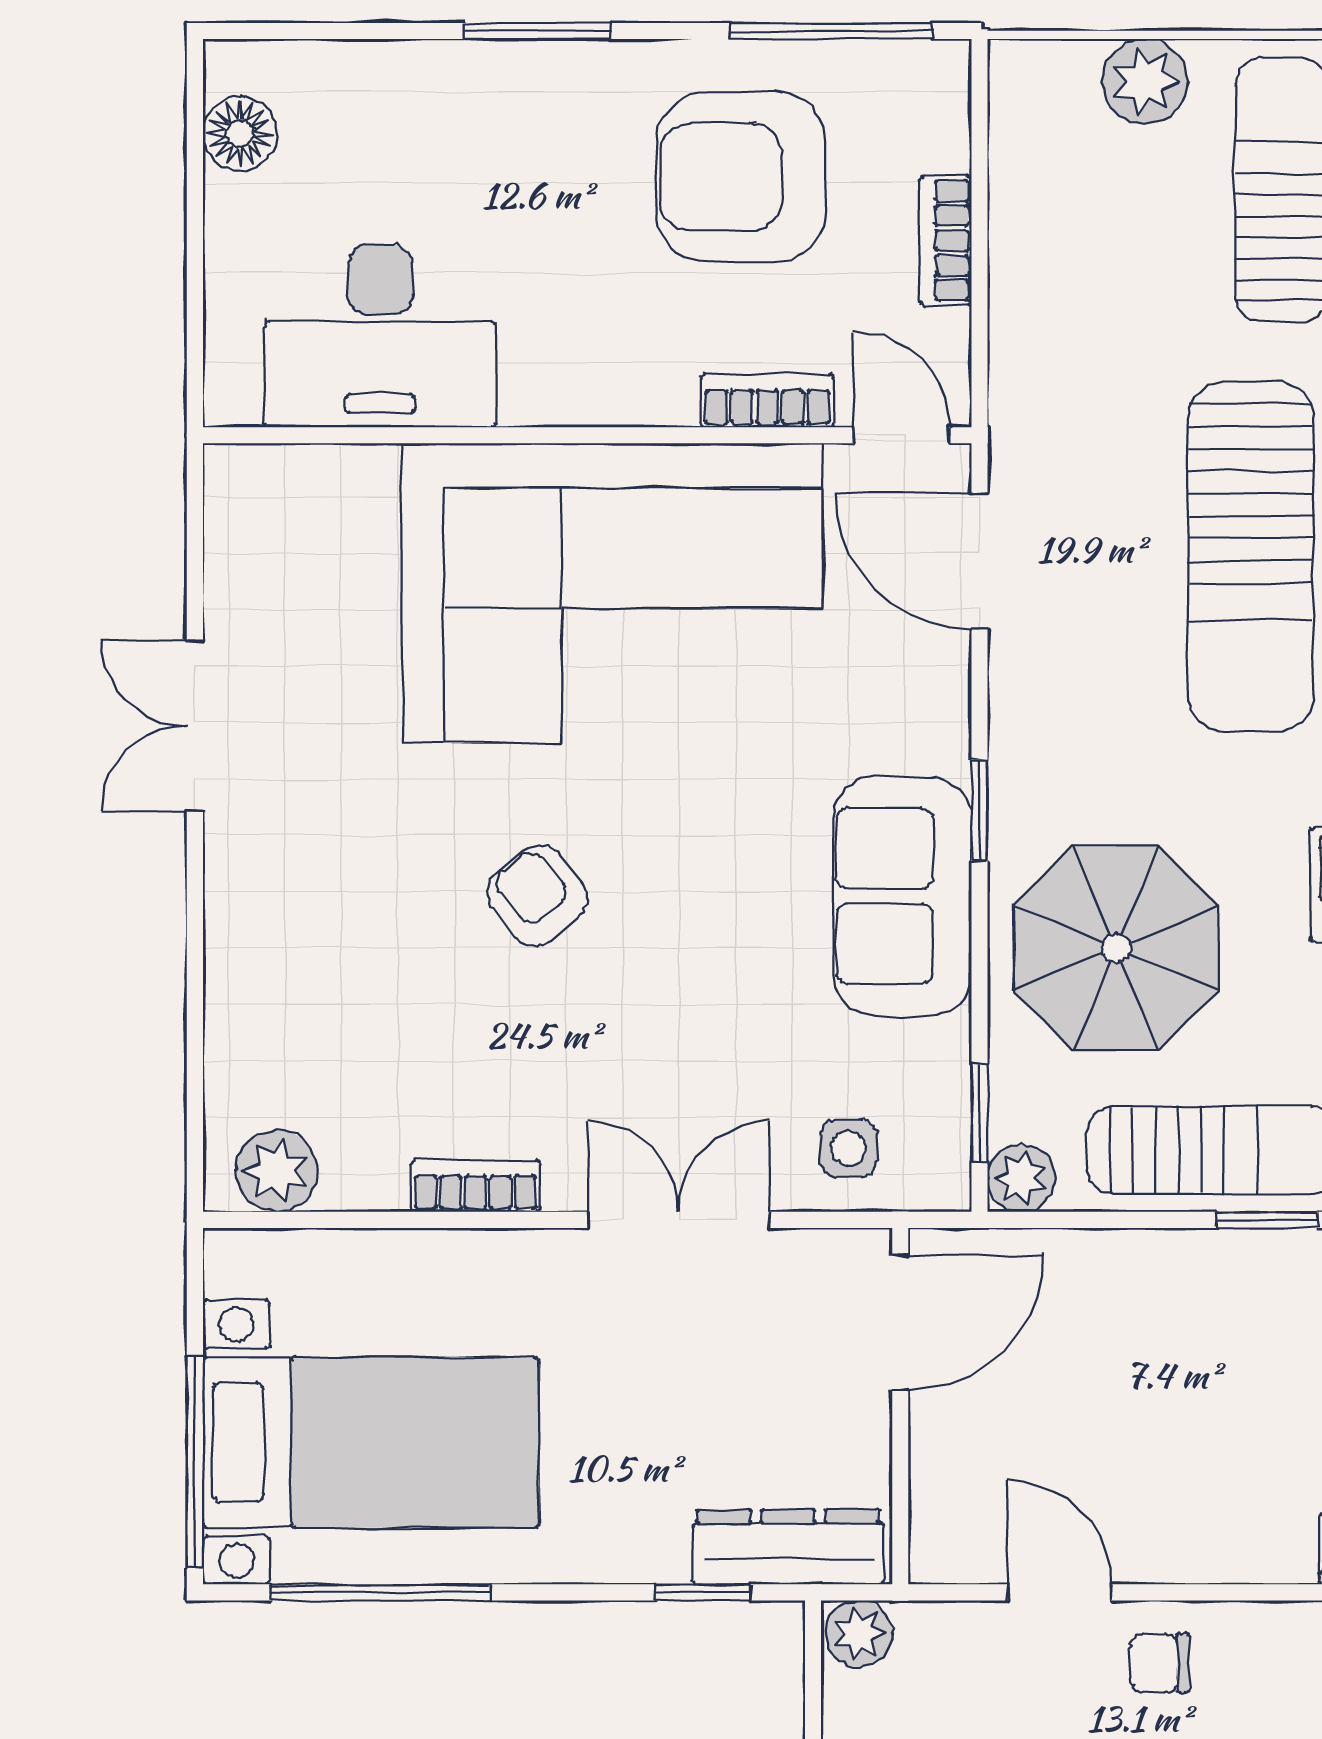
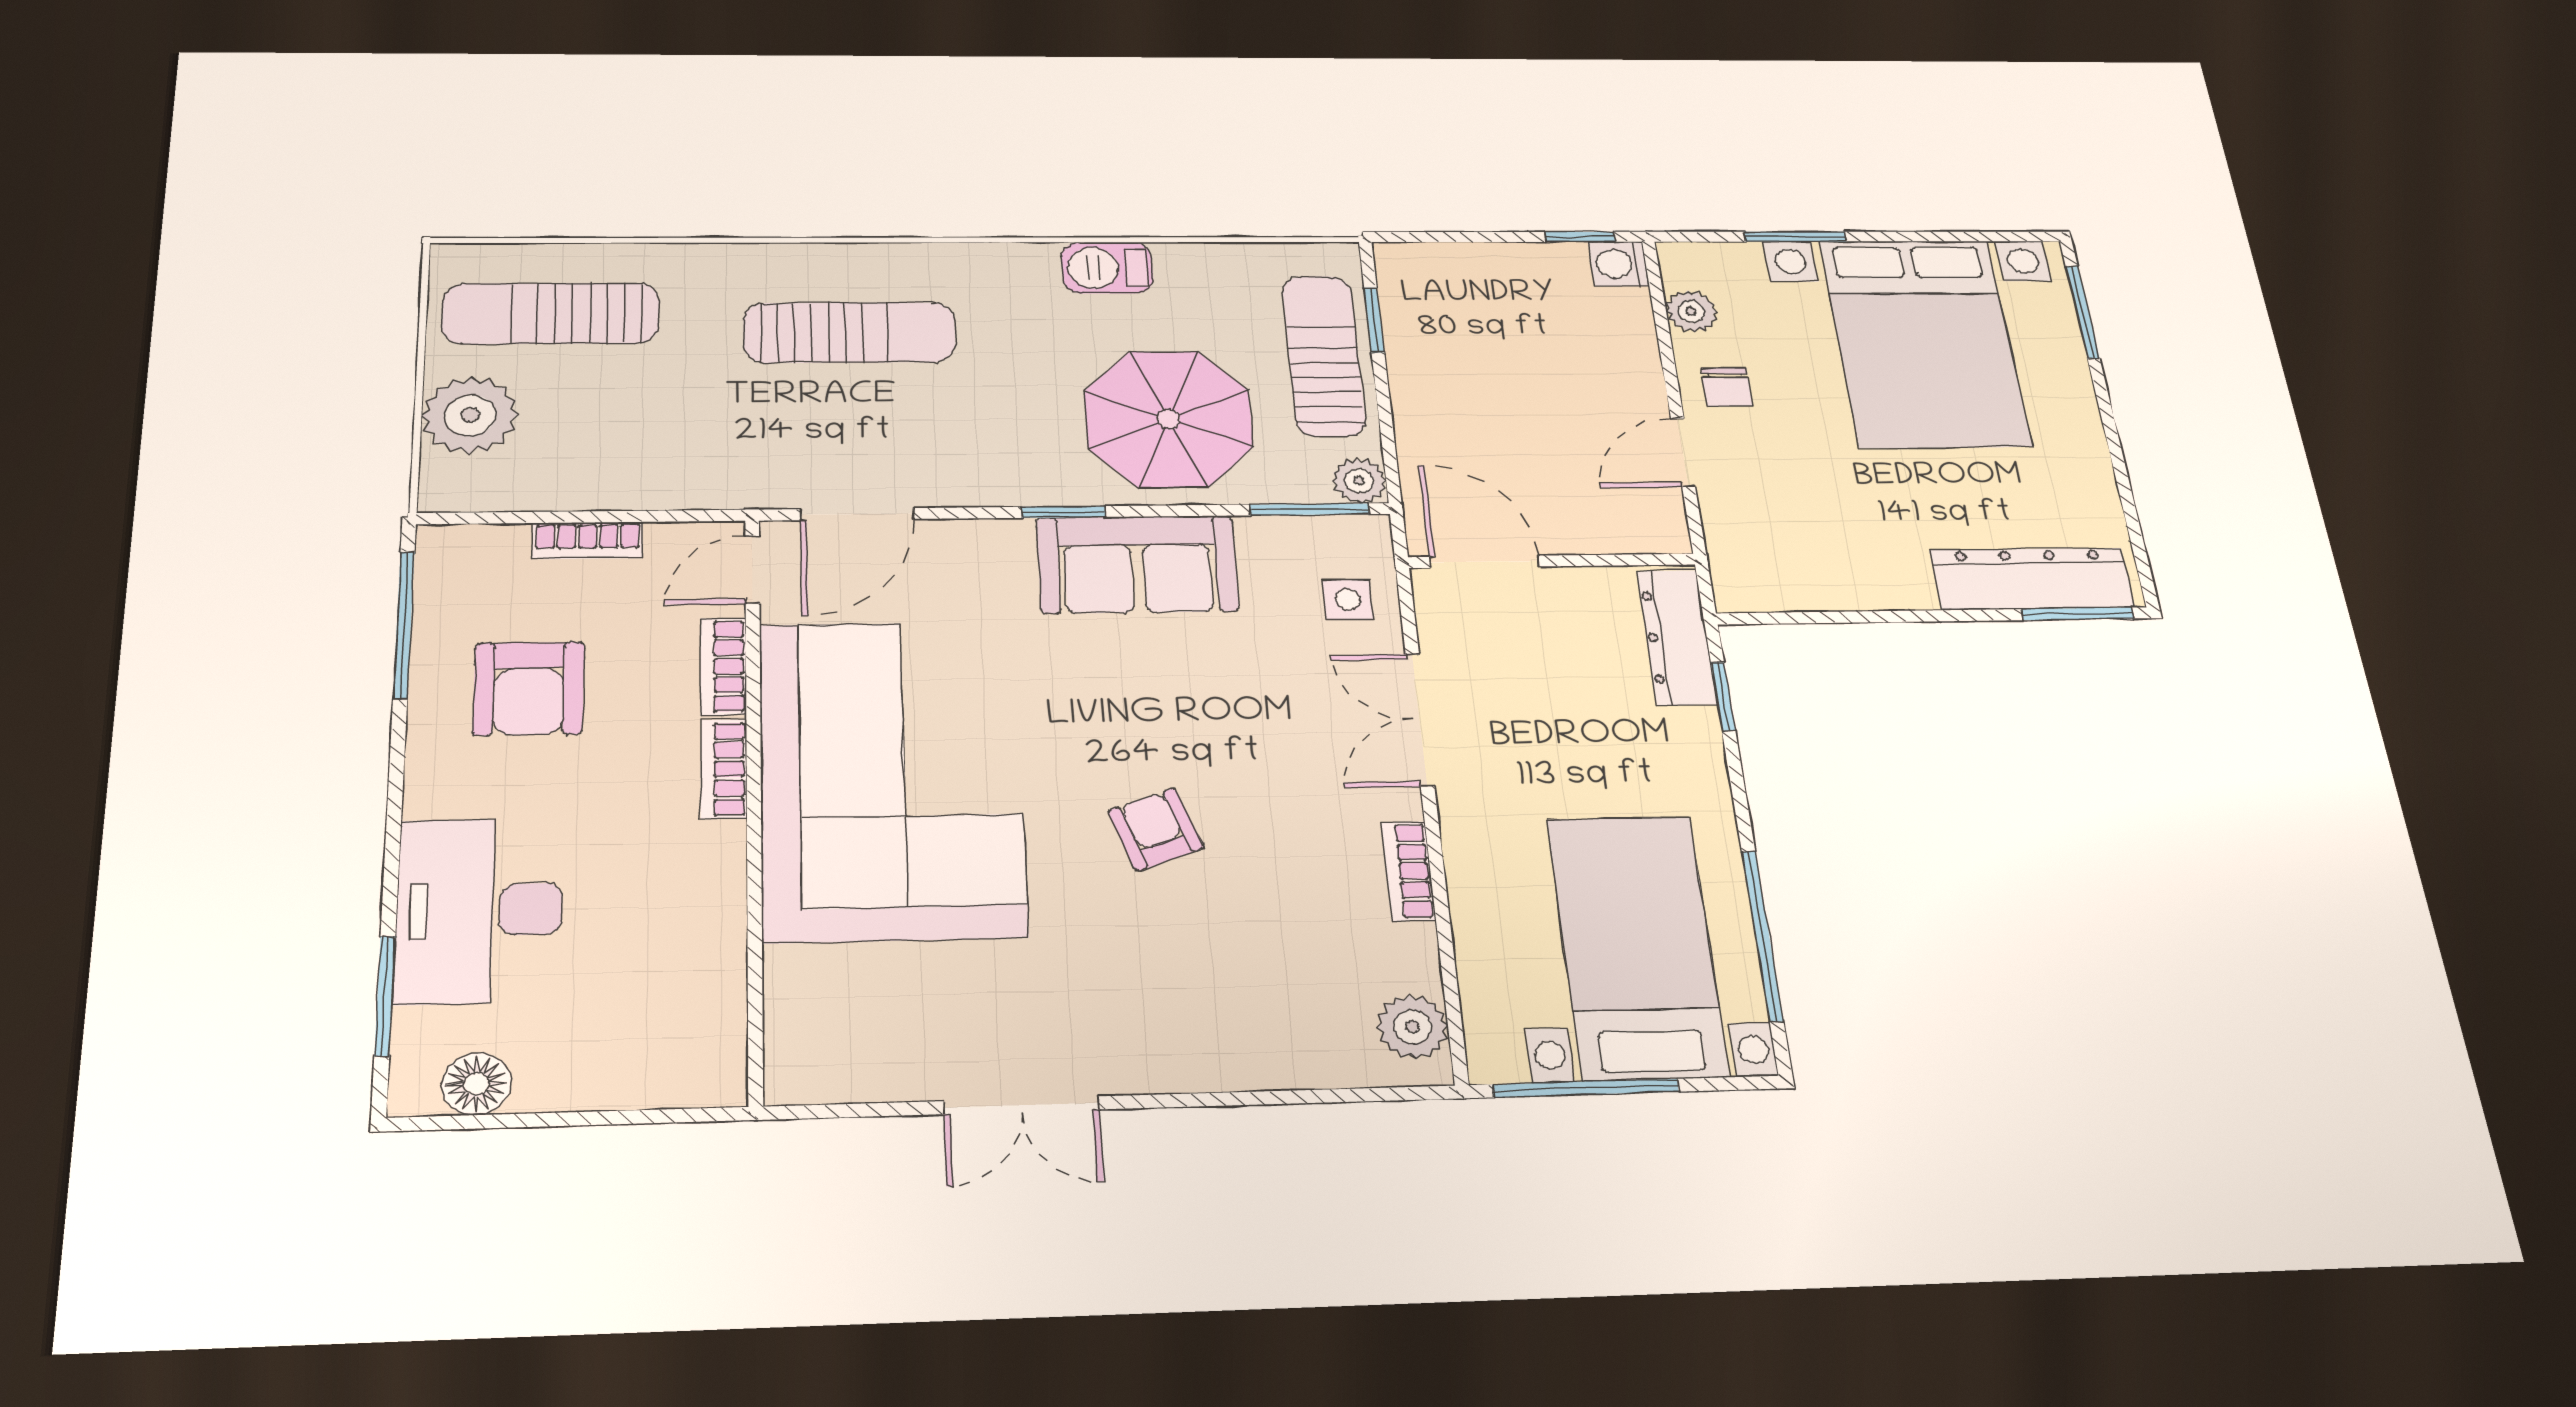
window: (538, 31) -> (385, 996), moved
plant: (1145, 82) -> (470, 415), width x1.36, depth x1.36
armchair: (741, 177) -> (529, 689), width x0.73, depth x0.73
desk: (380, 336) -> (480, 910), moved, turned 180
bookcase: (629, 401) -> (724, 769), added
sun lounger: (1251, 557) -> (849, 333), width x0.73, depth x0.75
armchair: (538, 896) -> (1156, 829), turned 109
window: (979, 1113) -> (1310, 509), width x1.50
window: (195, 1462) -> (1586, 1088), moved
plant: (859, 1634) -> (1691, 311), moved

